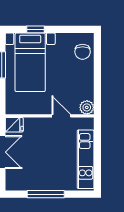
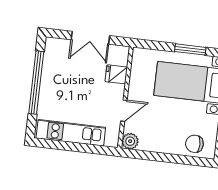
fridge: (14, 125) -> (116, 74), moved, turned 90
window: (46, 194) -> (36, 83), width x1.46

